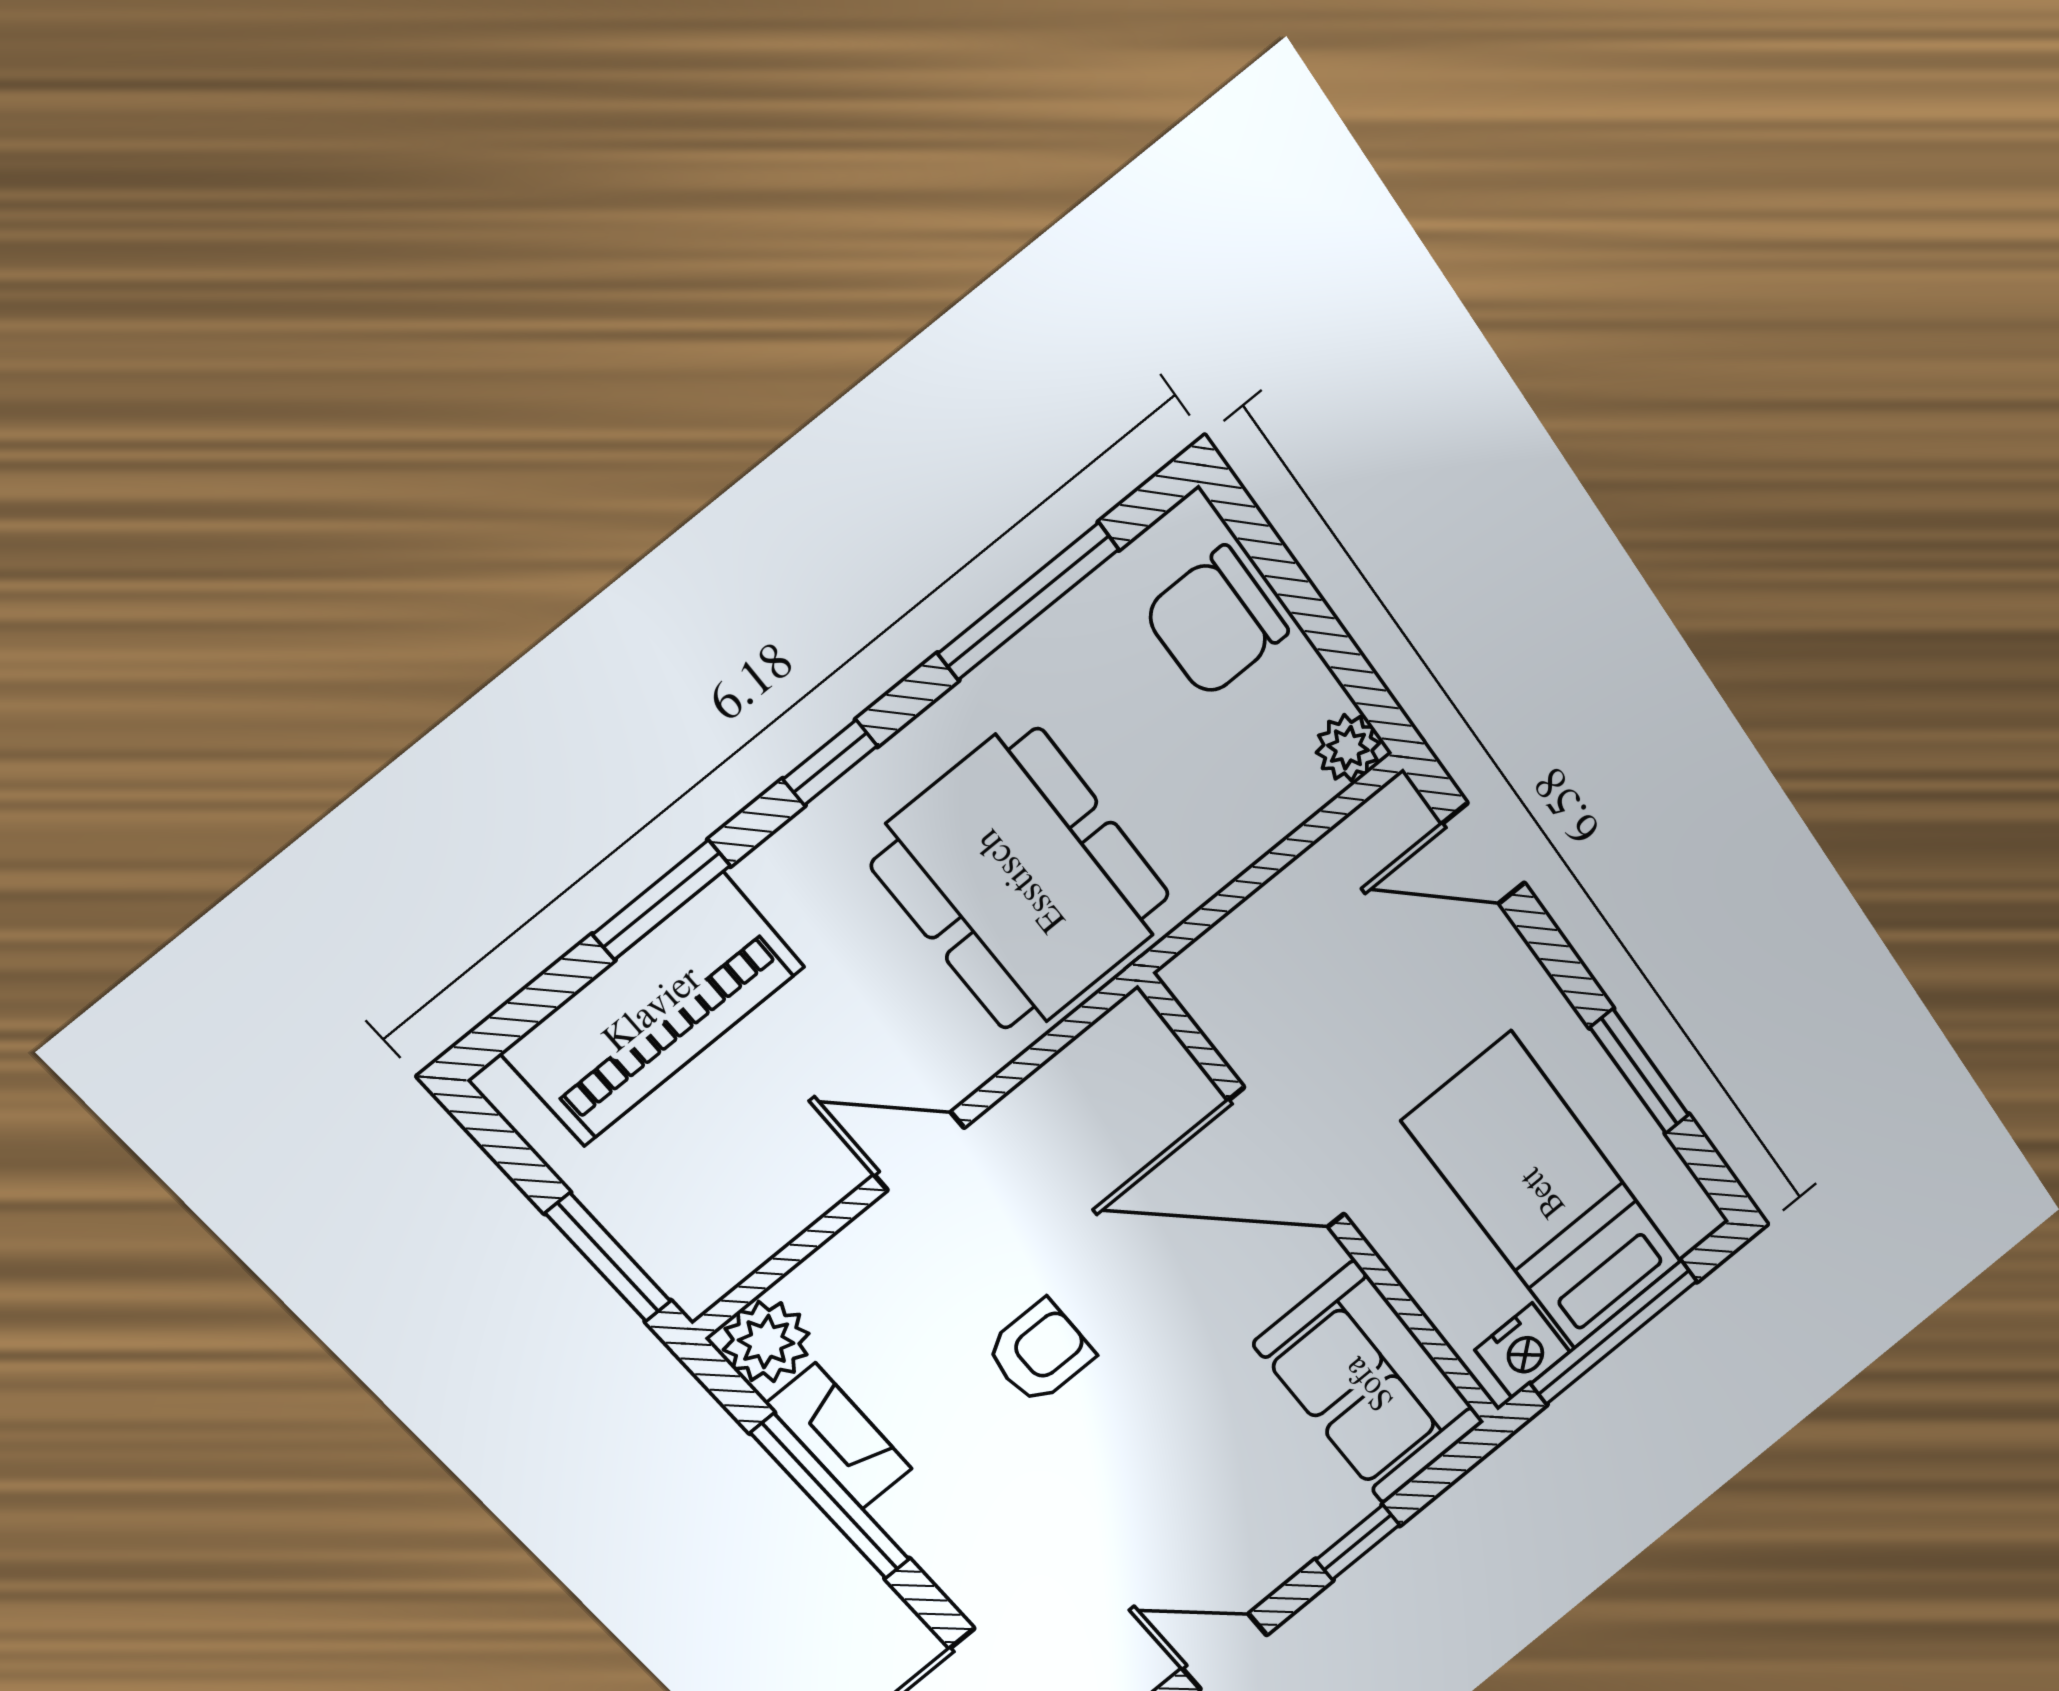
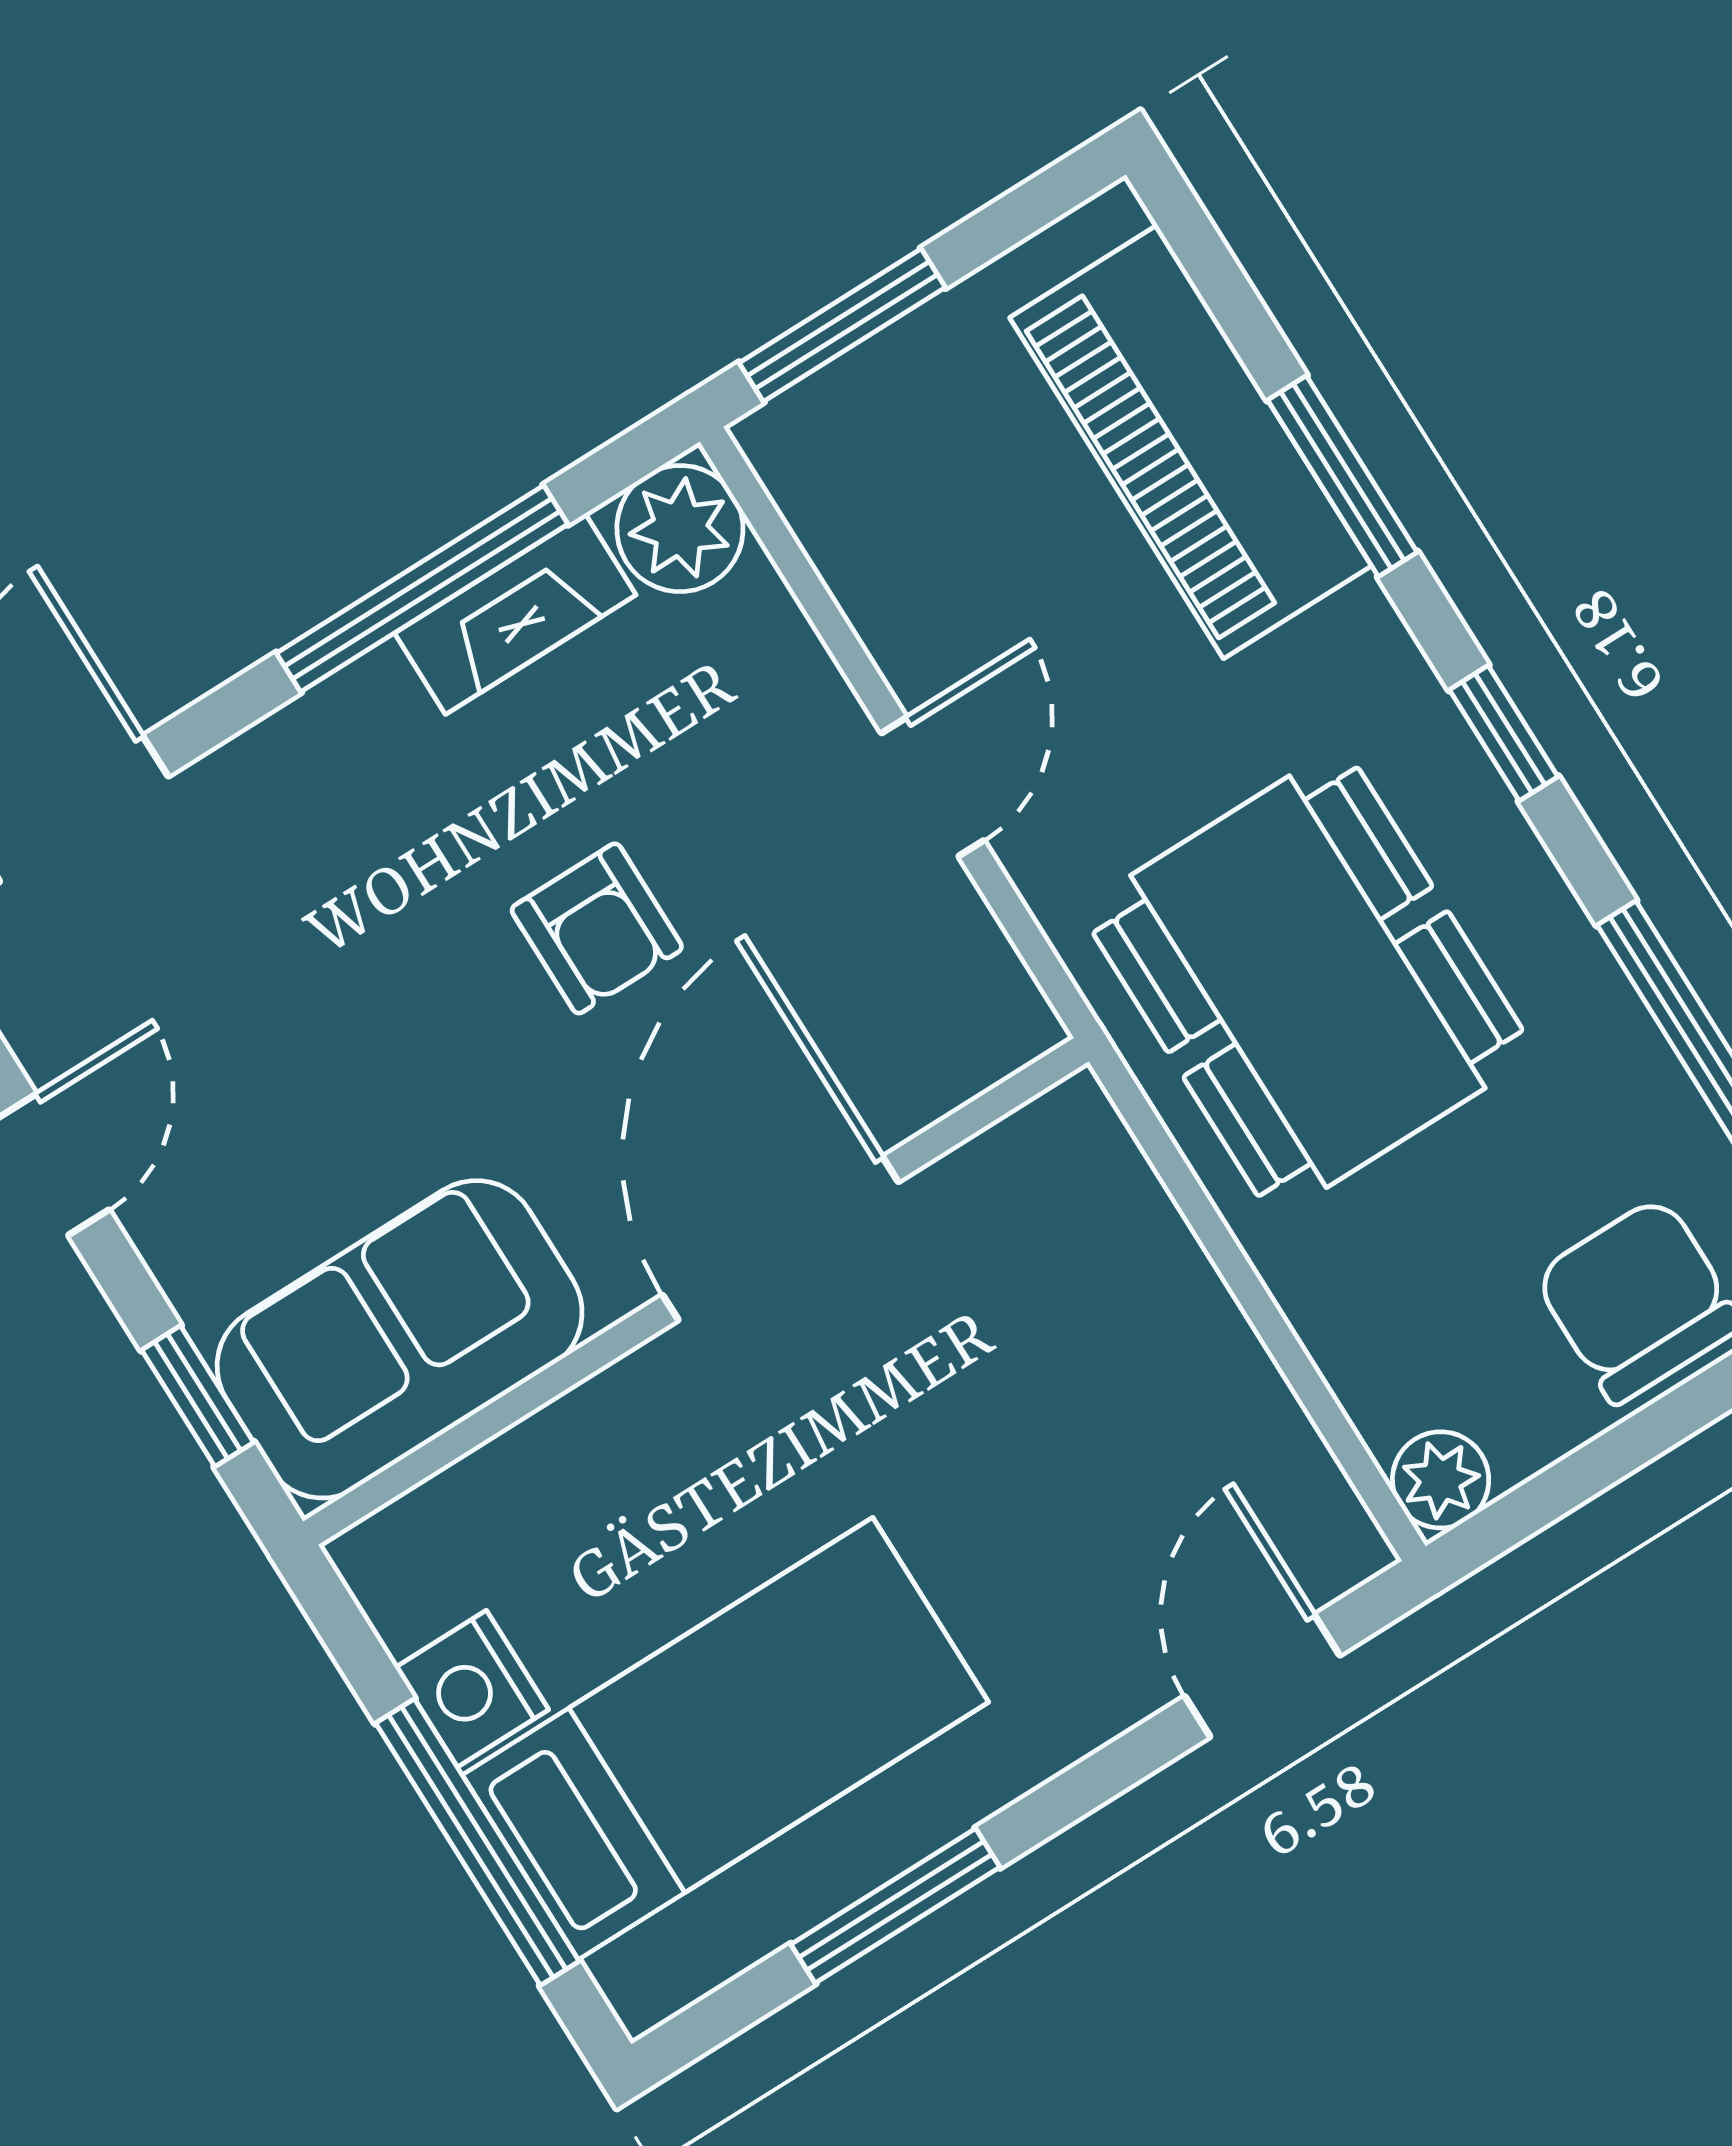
dining table: (1021, 880) -> (1308, 982), turned 90
door: (1287, 1158) -> (780, 1238), moved
wall: (1325, 1206) -> (696, 1291), moved
sofa: (1369, 1383) -> (400, 1339), moved

